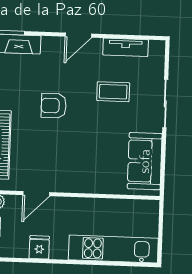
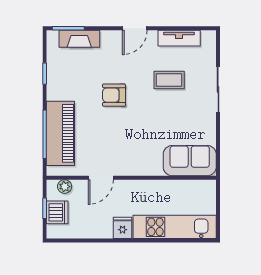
sofa: (145, 161) -> (190, 161), moved, turned 90
fridge: (39, 247) -> (123, 228), moved

